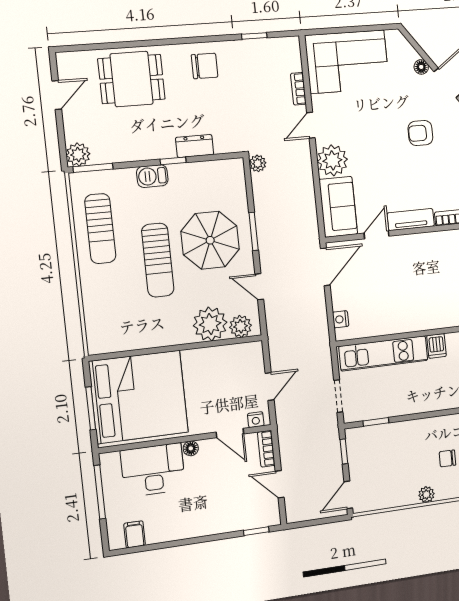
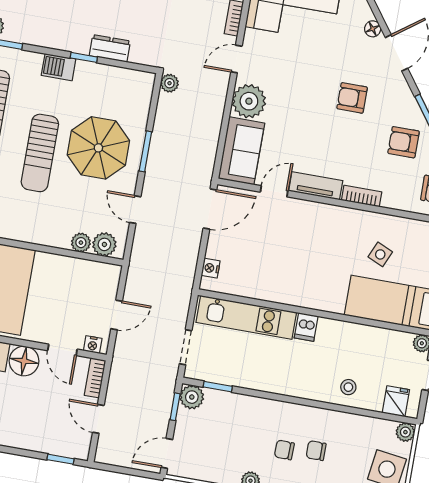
plant: (210, 324) -> (81, 243), width x0.53, depth x0.53
plant: (356, 438) -> (192, 397), added
floor lamp: (191, 448) -> (24, 361), width x1.89, depth x1.89

